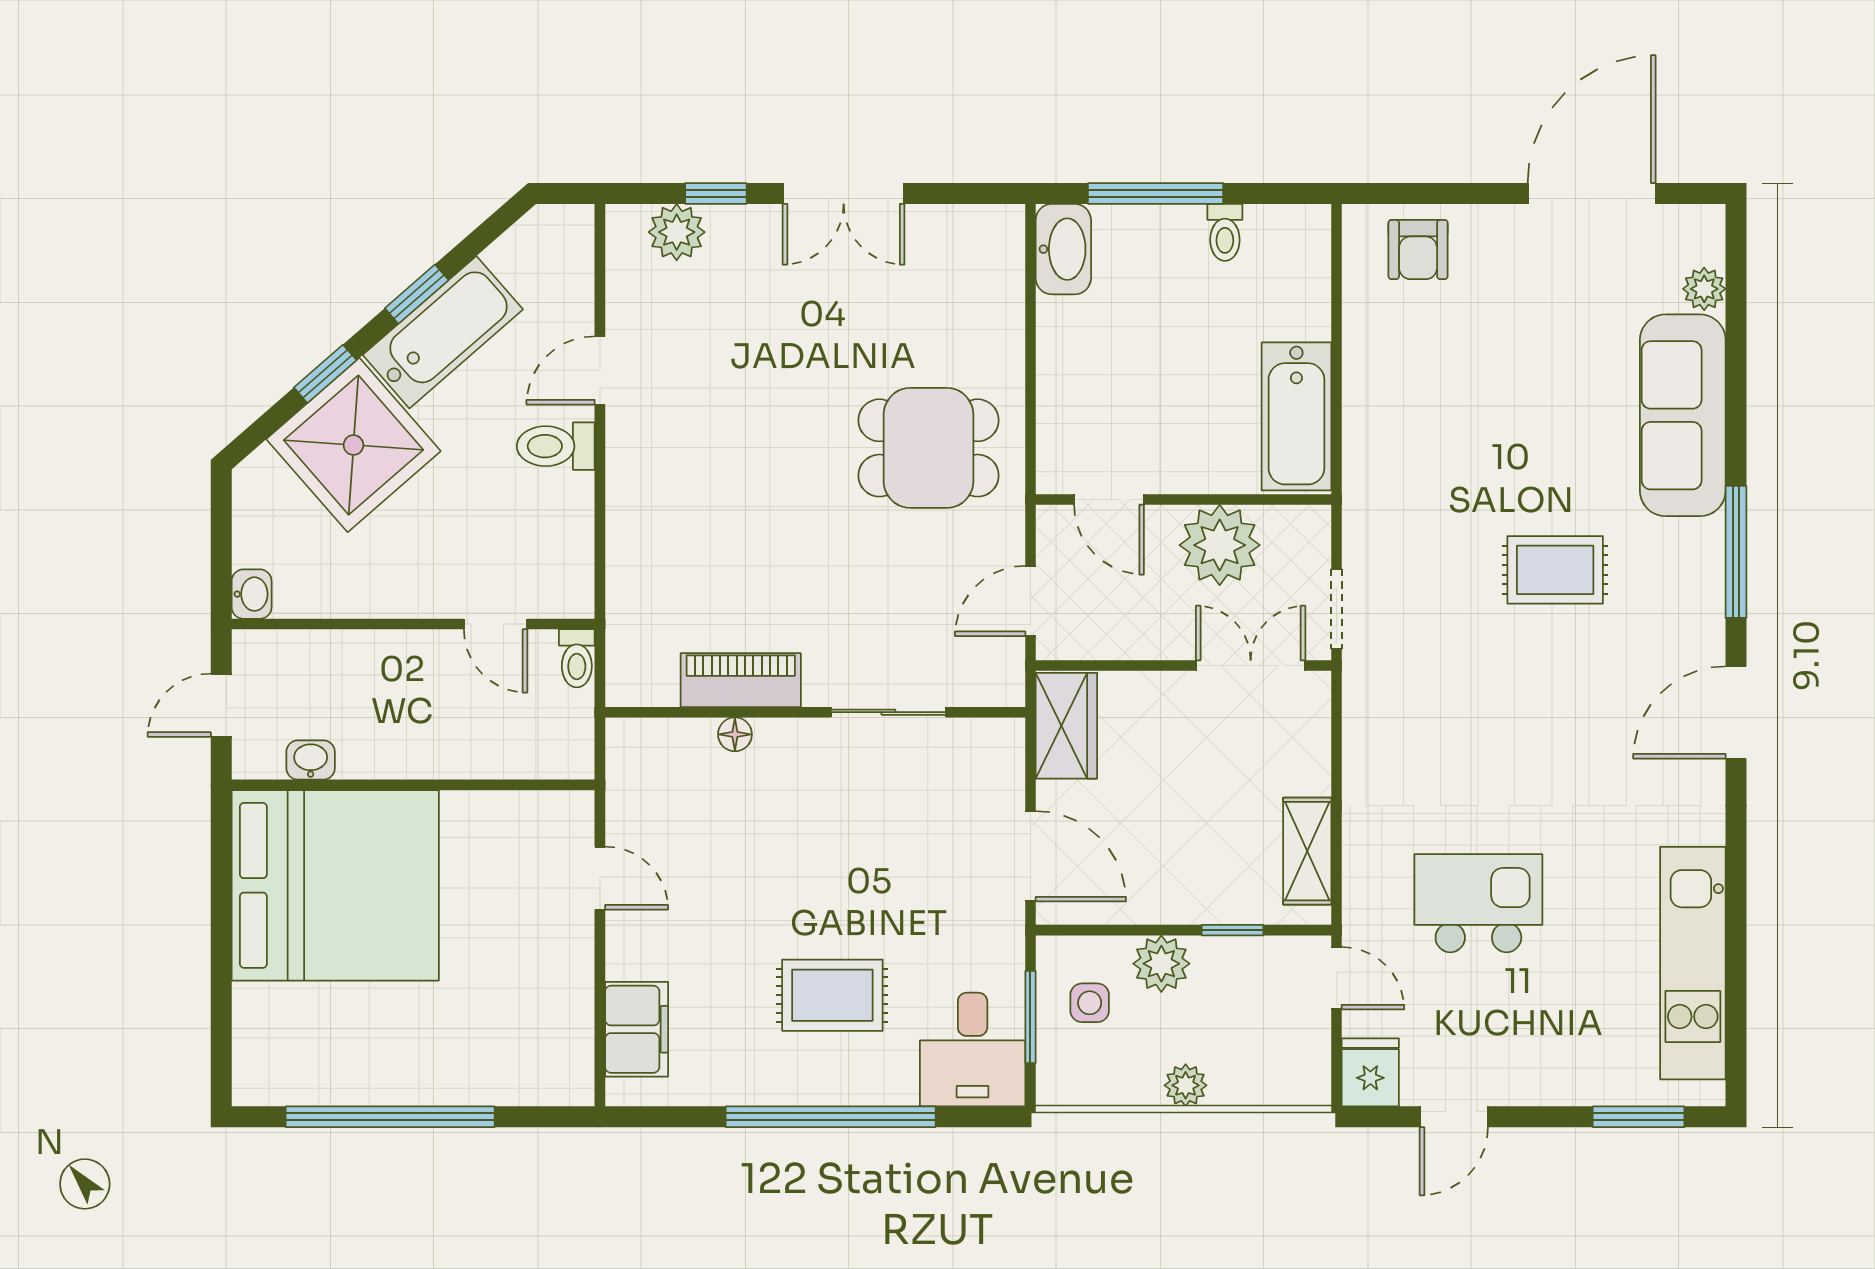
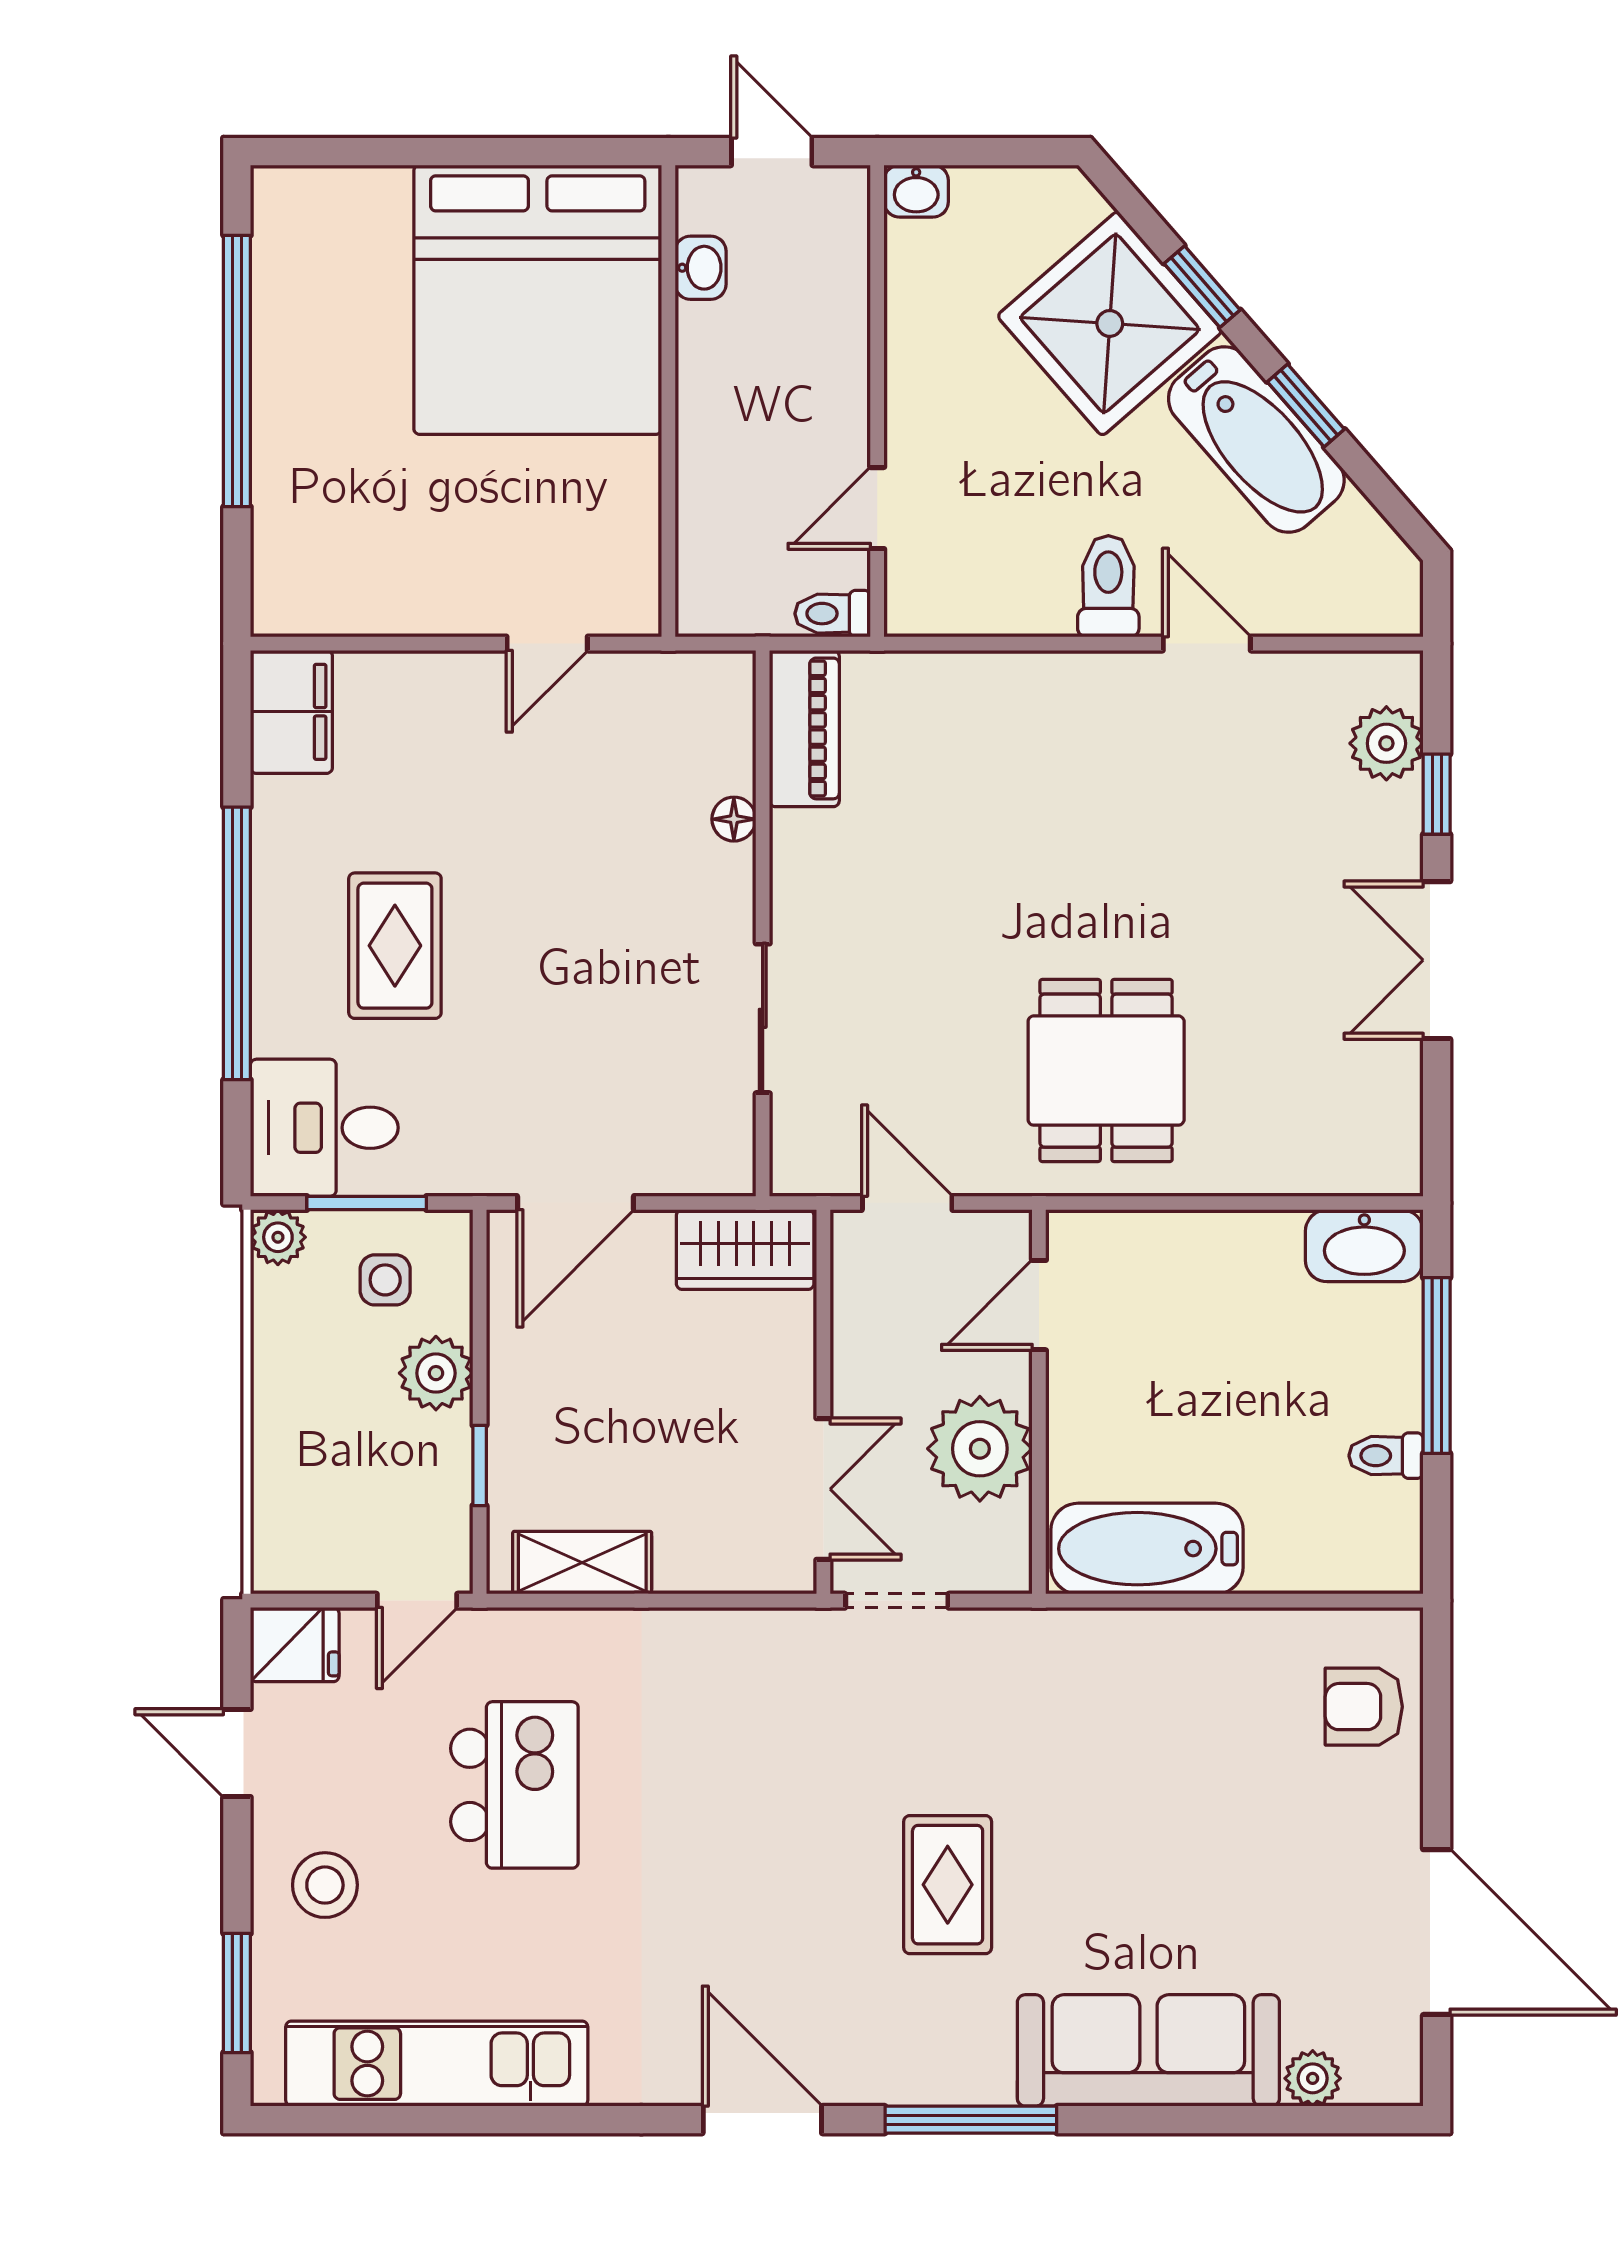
piano: (741, 680) -> (804, 728), moved
filing cabinet: (637, 1029) -> (291, 712), moved, turned -90
stool: (1555, 1049) -> (325, 1885), added
plant: (1186, 1085) -> (278, 1237), moved

